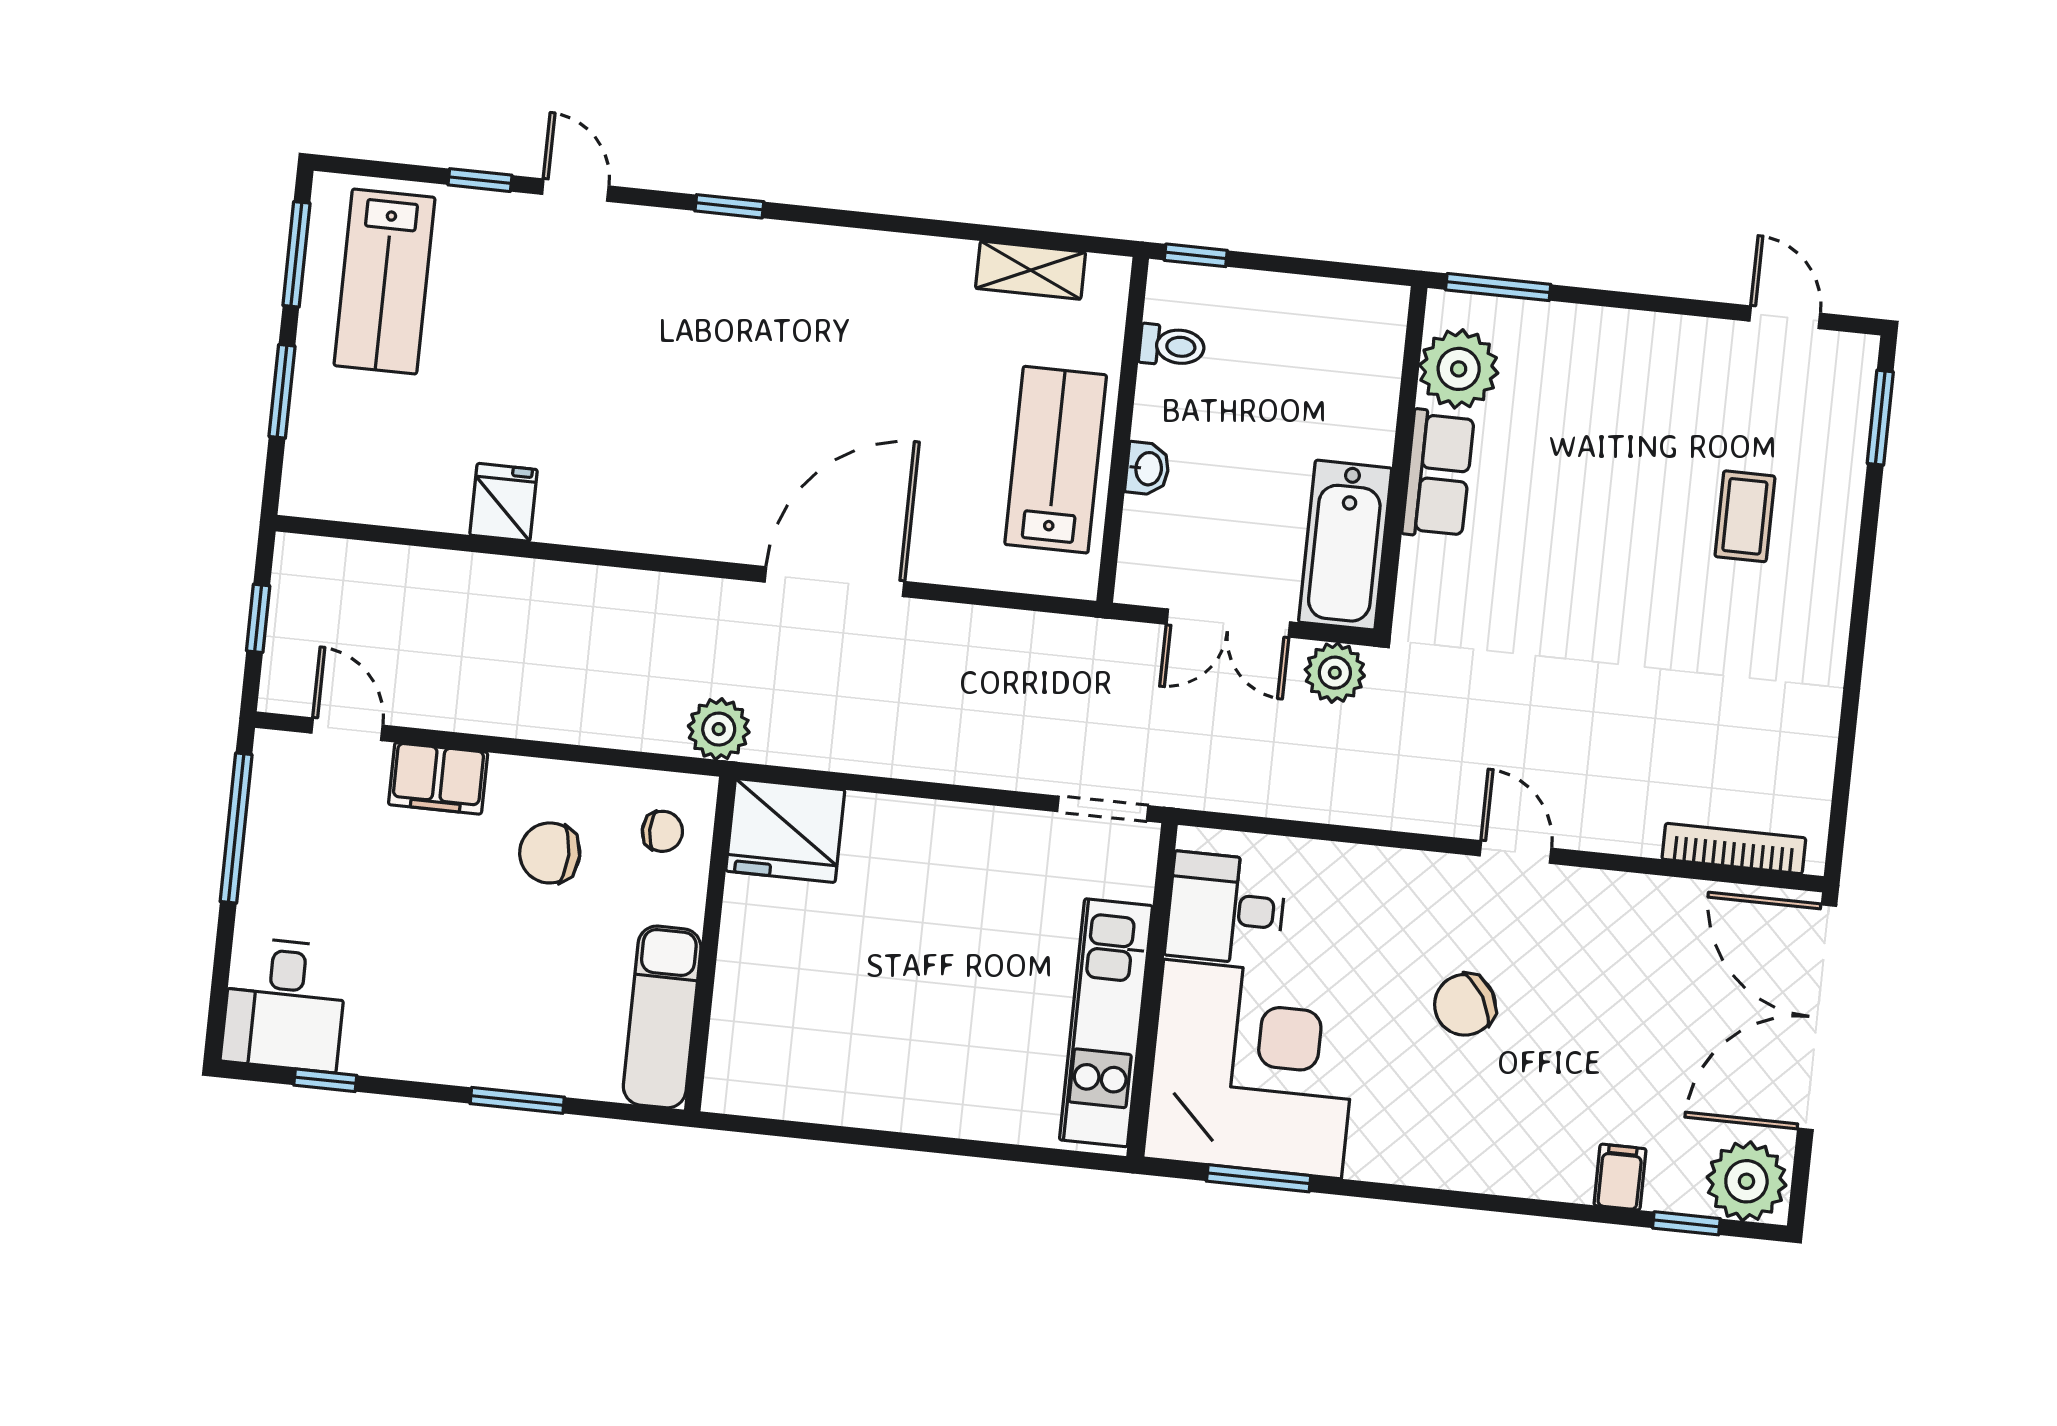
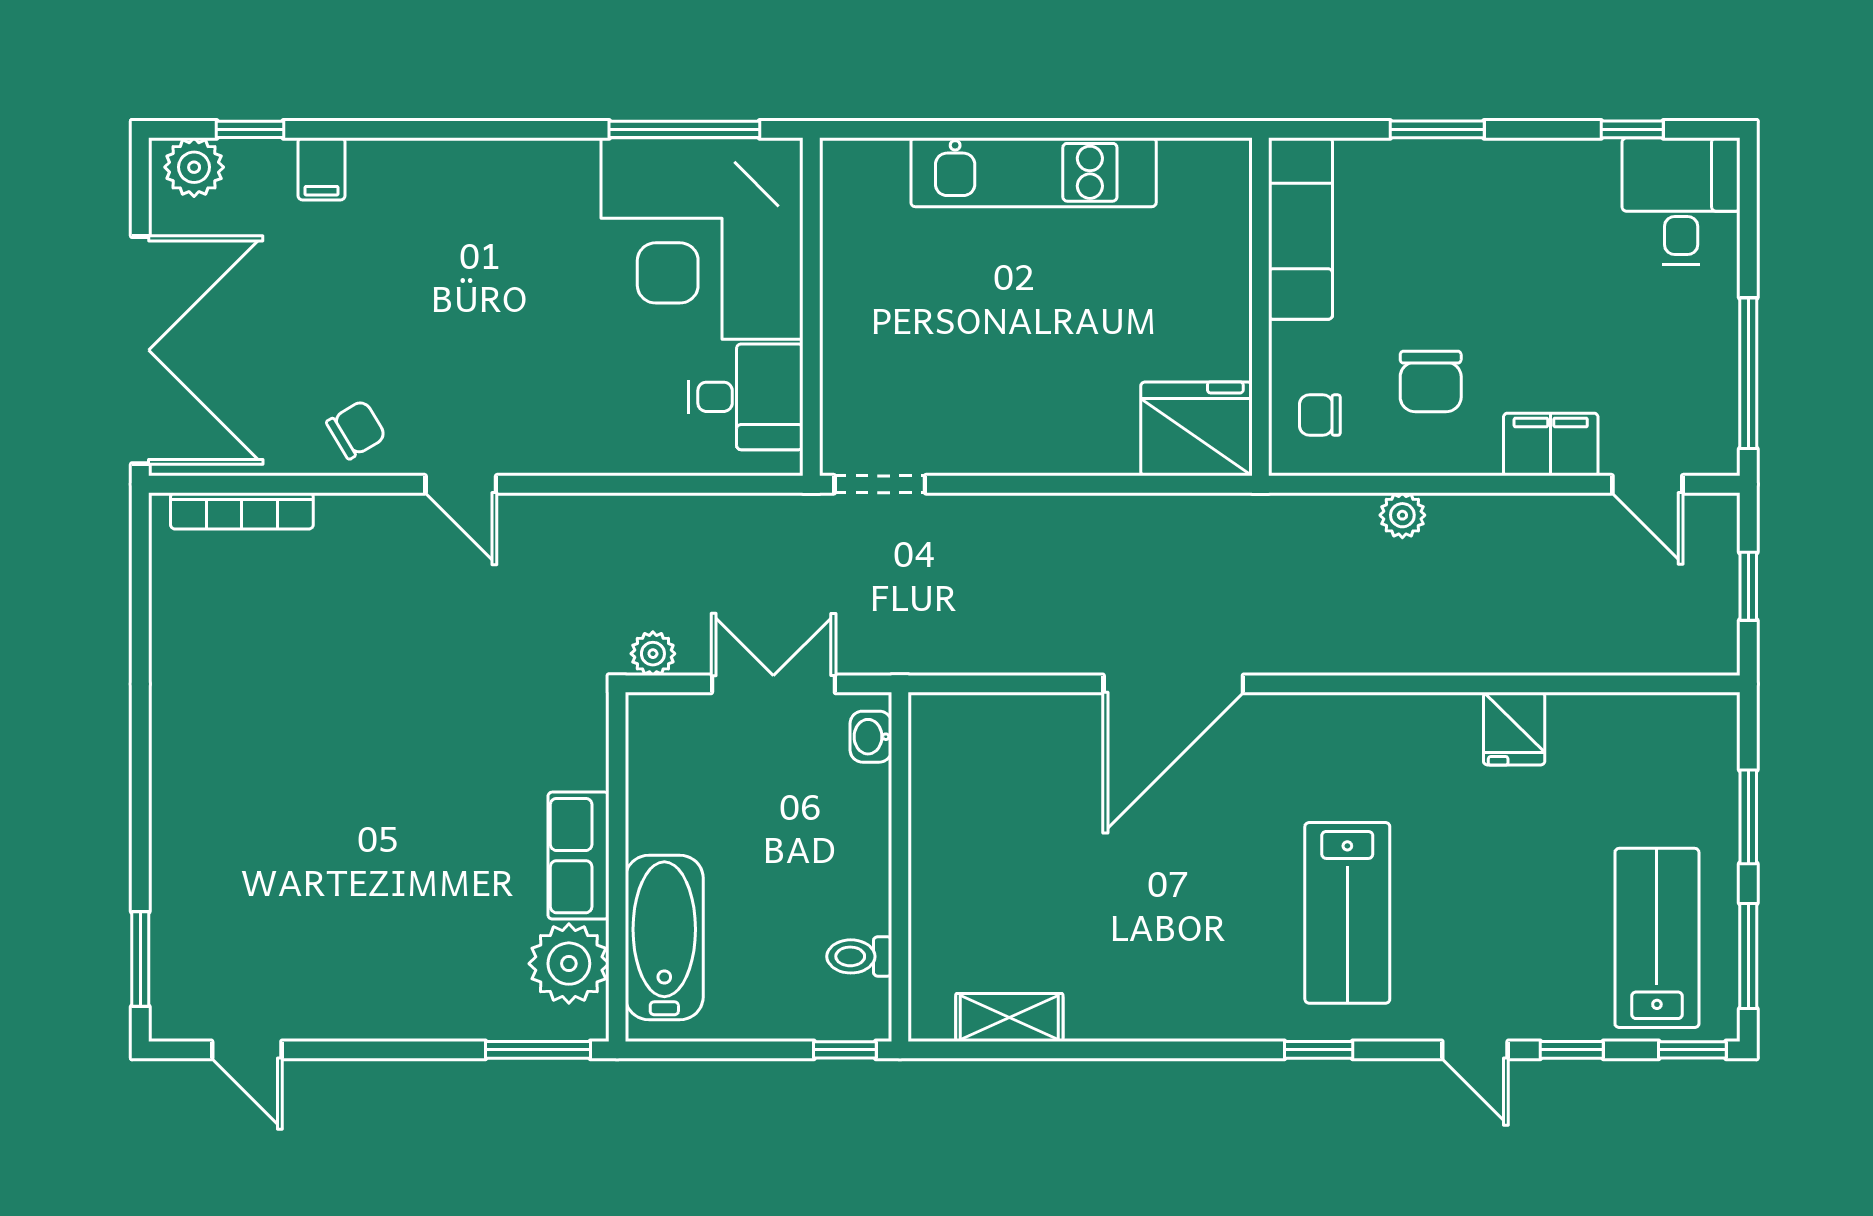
window: (361, 168) -> (1692, 1050), added
lab bench: (1056, 460) -> (1347, 913), moved
washbasin: (1147, 469) -> (871, 737), moved
coffee table: (1745, 516) -> (266, 846), removed
bathtub: (1345, 545) -> (664, 937), moved
plant: (1335, 673) -> (653, 654), width x0.73, depth x0.73
plant: (719, 729) -> (1402, 515), moved, width x0.73, depth x0.73
chair: (550, 853) -> (1431, 381), turned 90
chair: (1465, 1005) -> (356, 429), moved, width x0.73, depth x0.73
kitchen unit: (1106, 1023) -> (1034, 172), moved, turned 90
window: (1259, 1178) -> (684, 129), width x1.44
plant: (1746, 1181) -> (194, 167), width x0.73, depth x0.73

